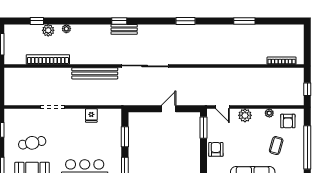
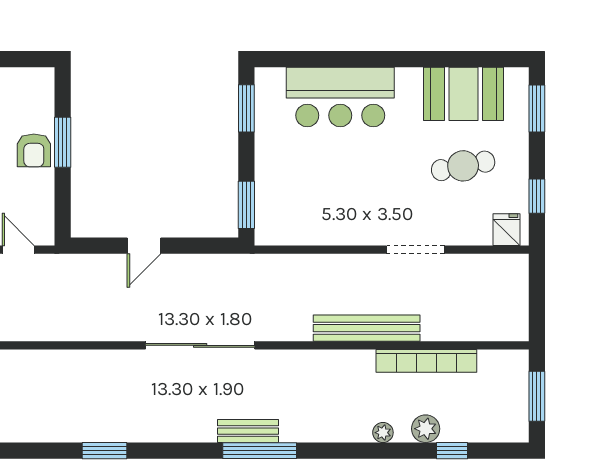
window: (119, 21) -> (260, 451), width x2.17
bench: (95, 73) -> (367, 328), moved
fridge: (91, 116) -> (506, 230), moved
window: (204, 128) -> (63, 142), moved
window: (125, 137) -> (246, 205), moved

